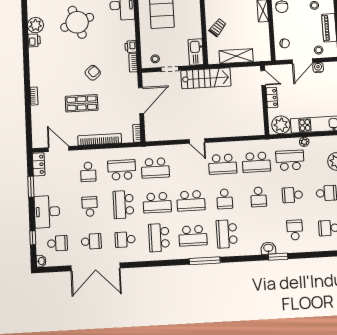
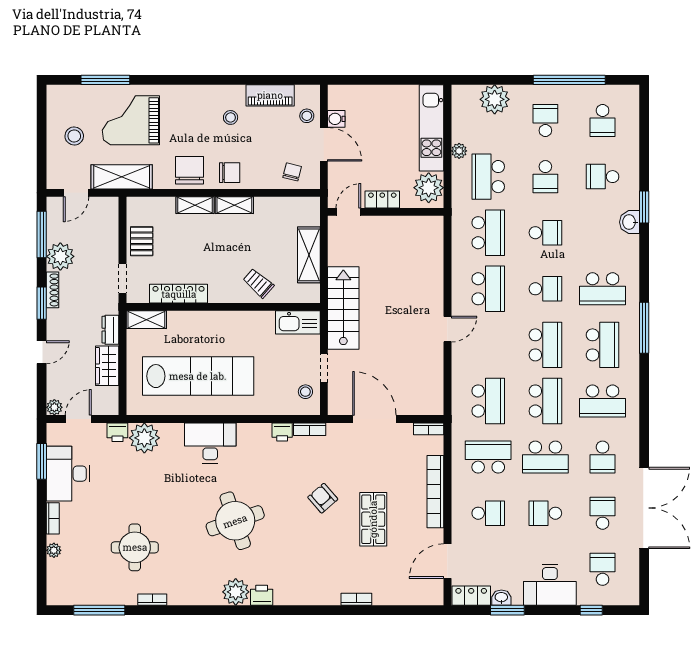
school desk: (122, 170) -> (488, 457), turned 90
washbasin: (41, 261) -> (501, 598), moved

